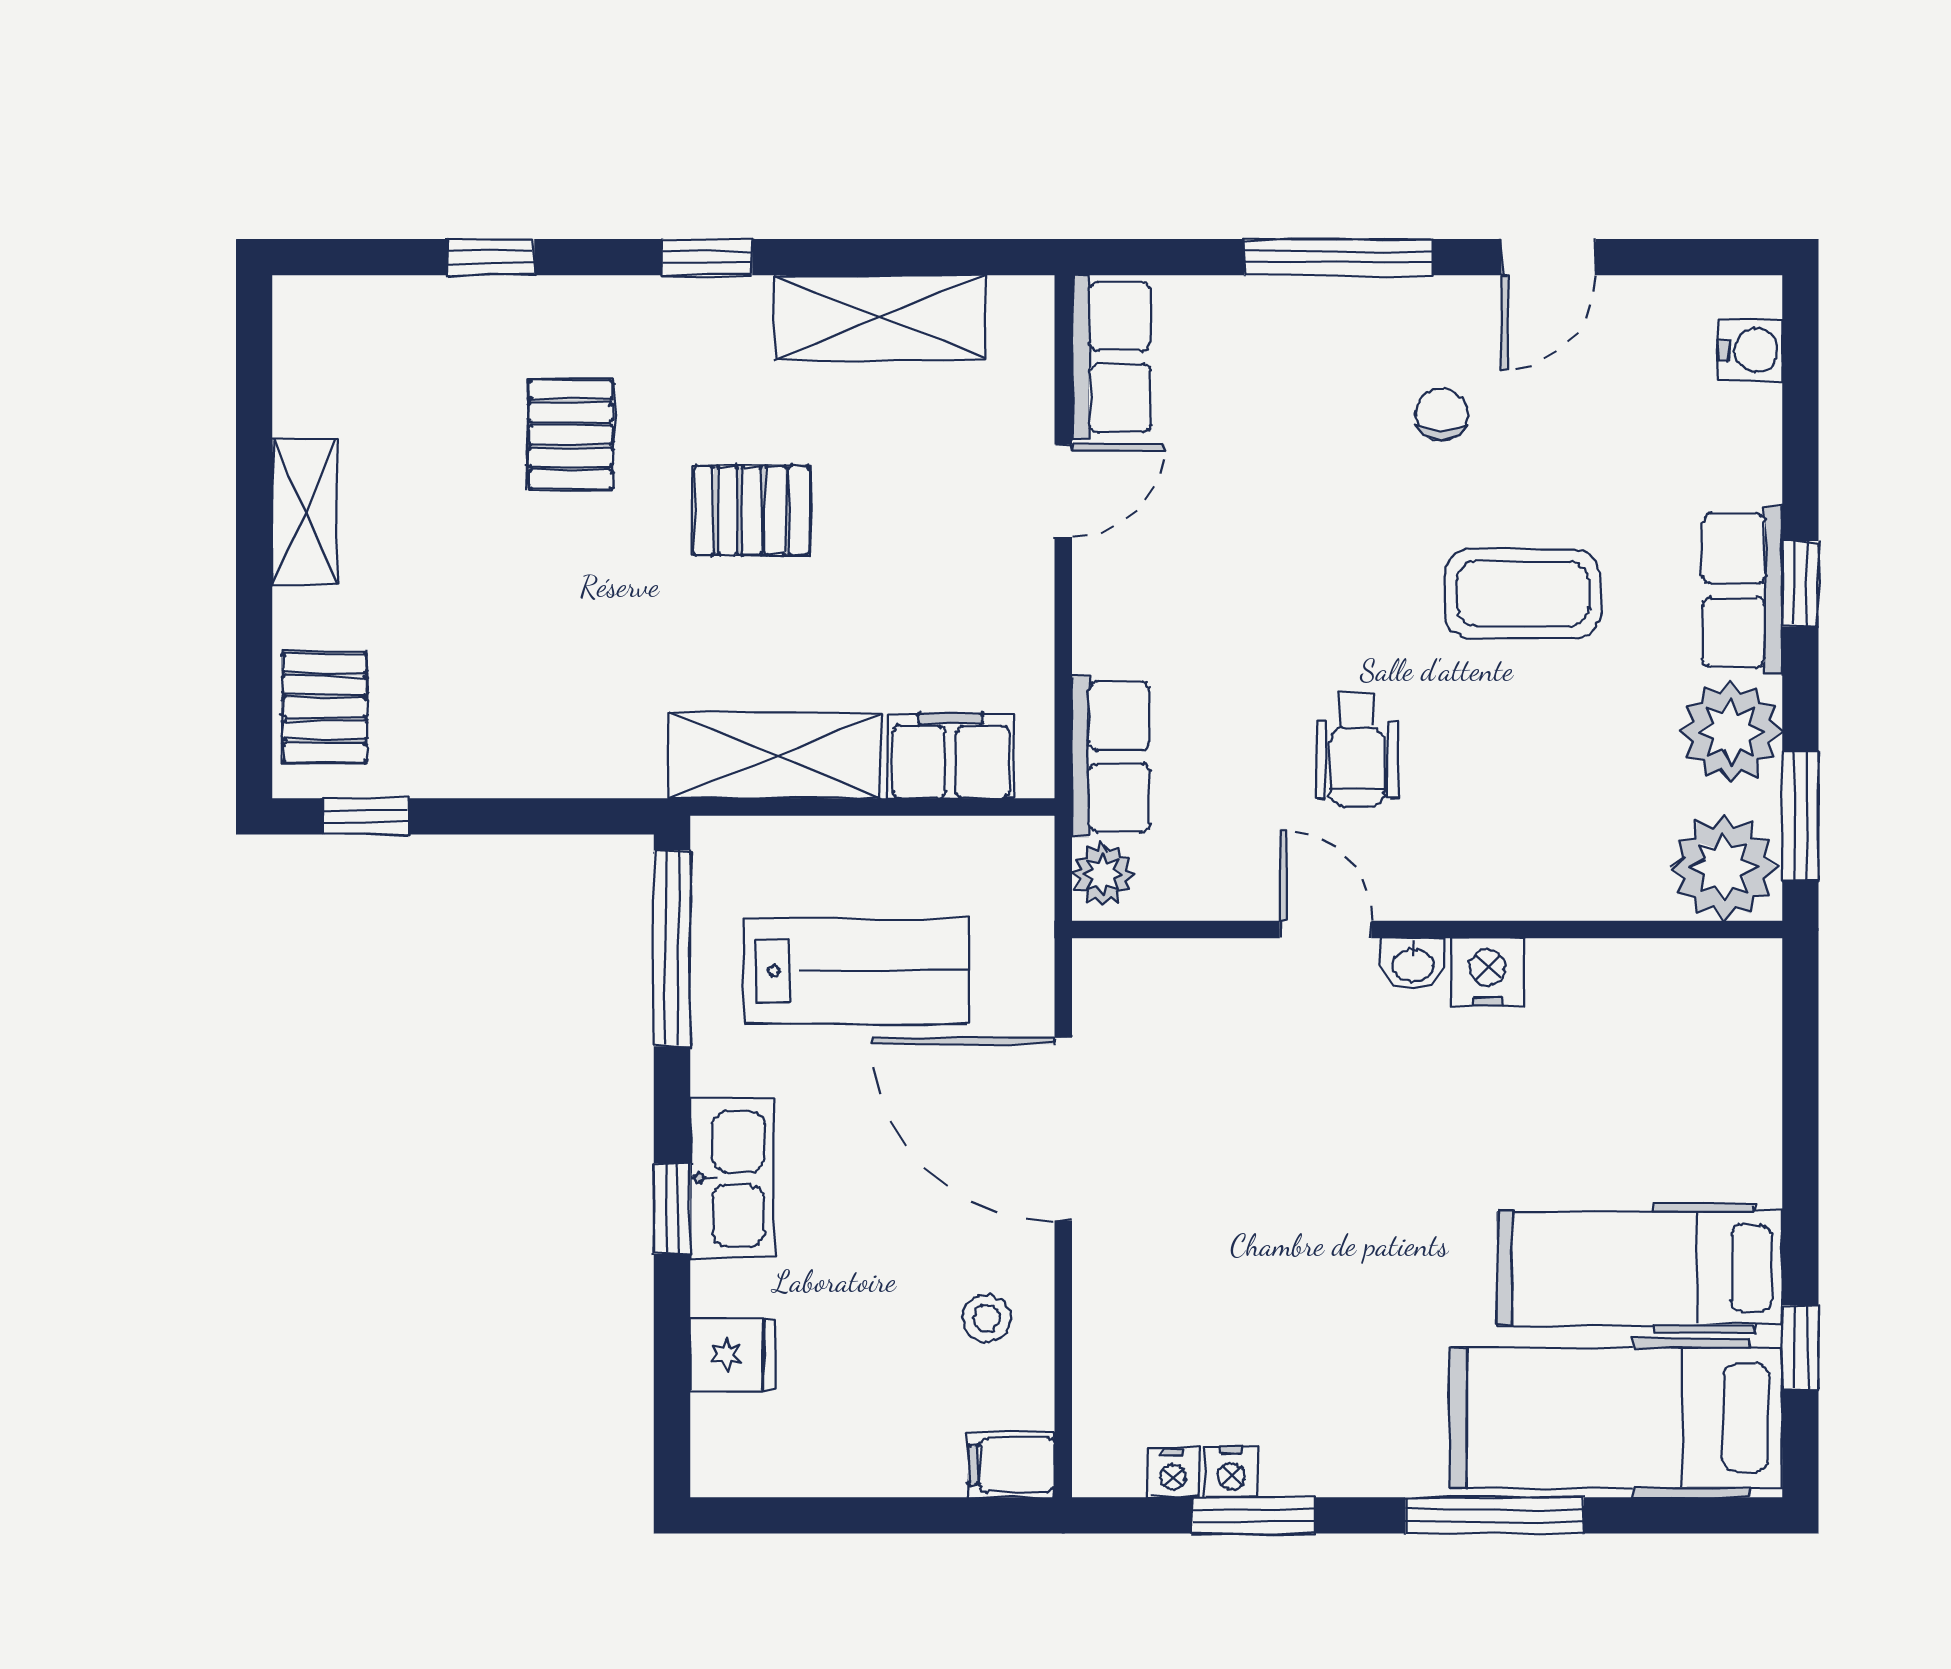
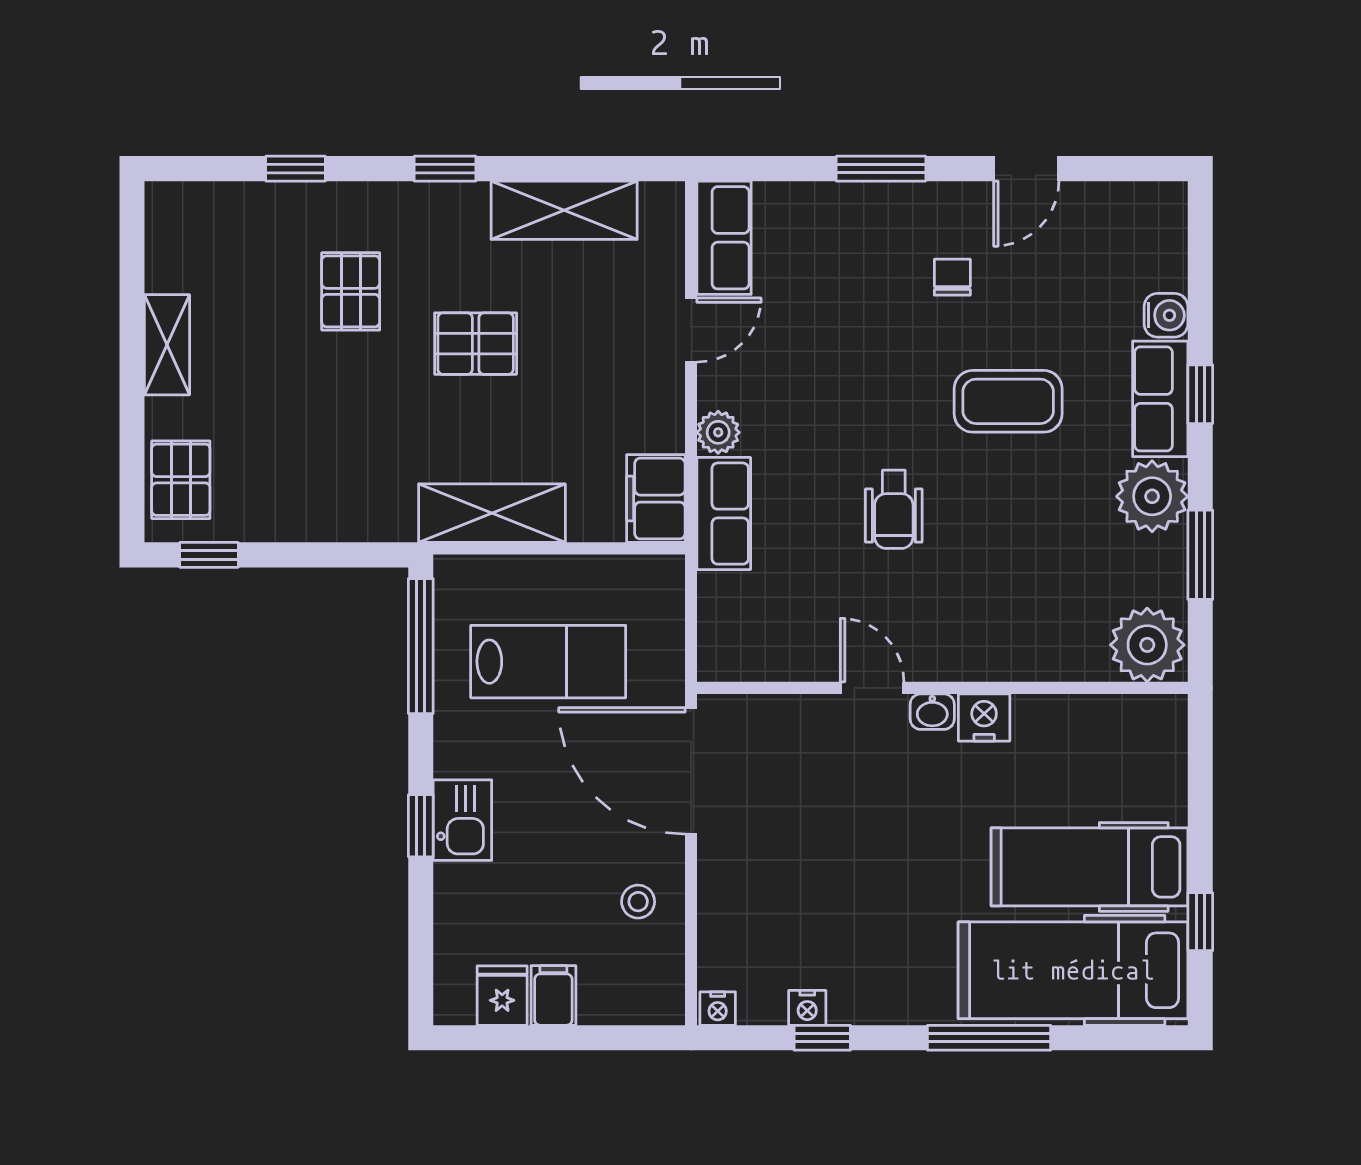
window: (1338, 257) -> (881, 169), width x0.69
water cooler: (1751, 350) -> (1166, 315), moved
filing cabinet: (951, 756) -> (656, 499), moved, turned -90
plant: (1724, 867) -> (1147, 645), moved
plant: (1103, 874) -> (718, 432), moved
door: (1325, 929) -> (872, 688), moved
wall: (1427, 929) -> (942, 688), moved
washbasin: (1413, 964) -> (932, 712), moved
nightstand: (1488, 972) -> (984, 717), moved
kitchen sink: (732, 1178) -> (462, 820), width x0.73
fridge: (733, 1355) -> (502, 996), moved, turned -90
filing cabinet: (1011, 1465) -> (553, 995), moved, turned 90
nightstand: (1173, 1473) -> (718, 1009), moved
window: (1253, 1515) -> (822, 1038), width x0.67

